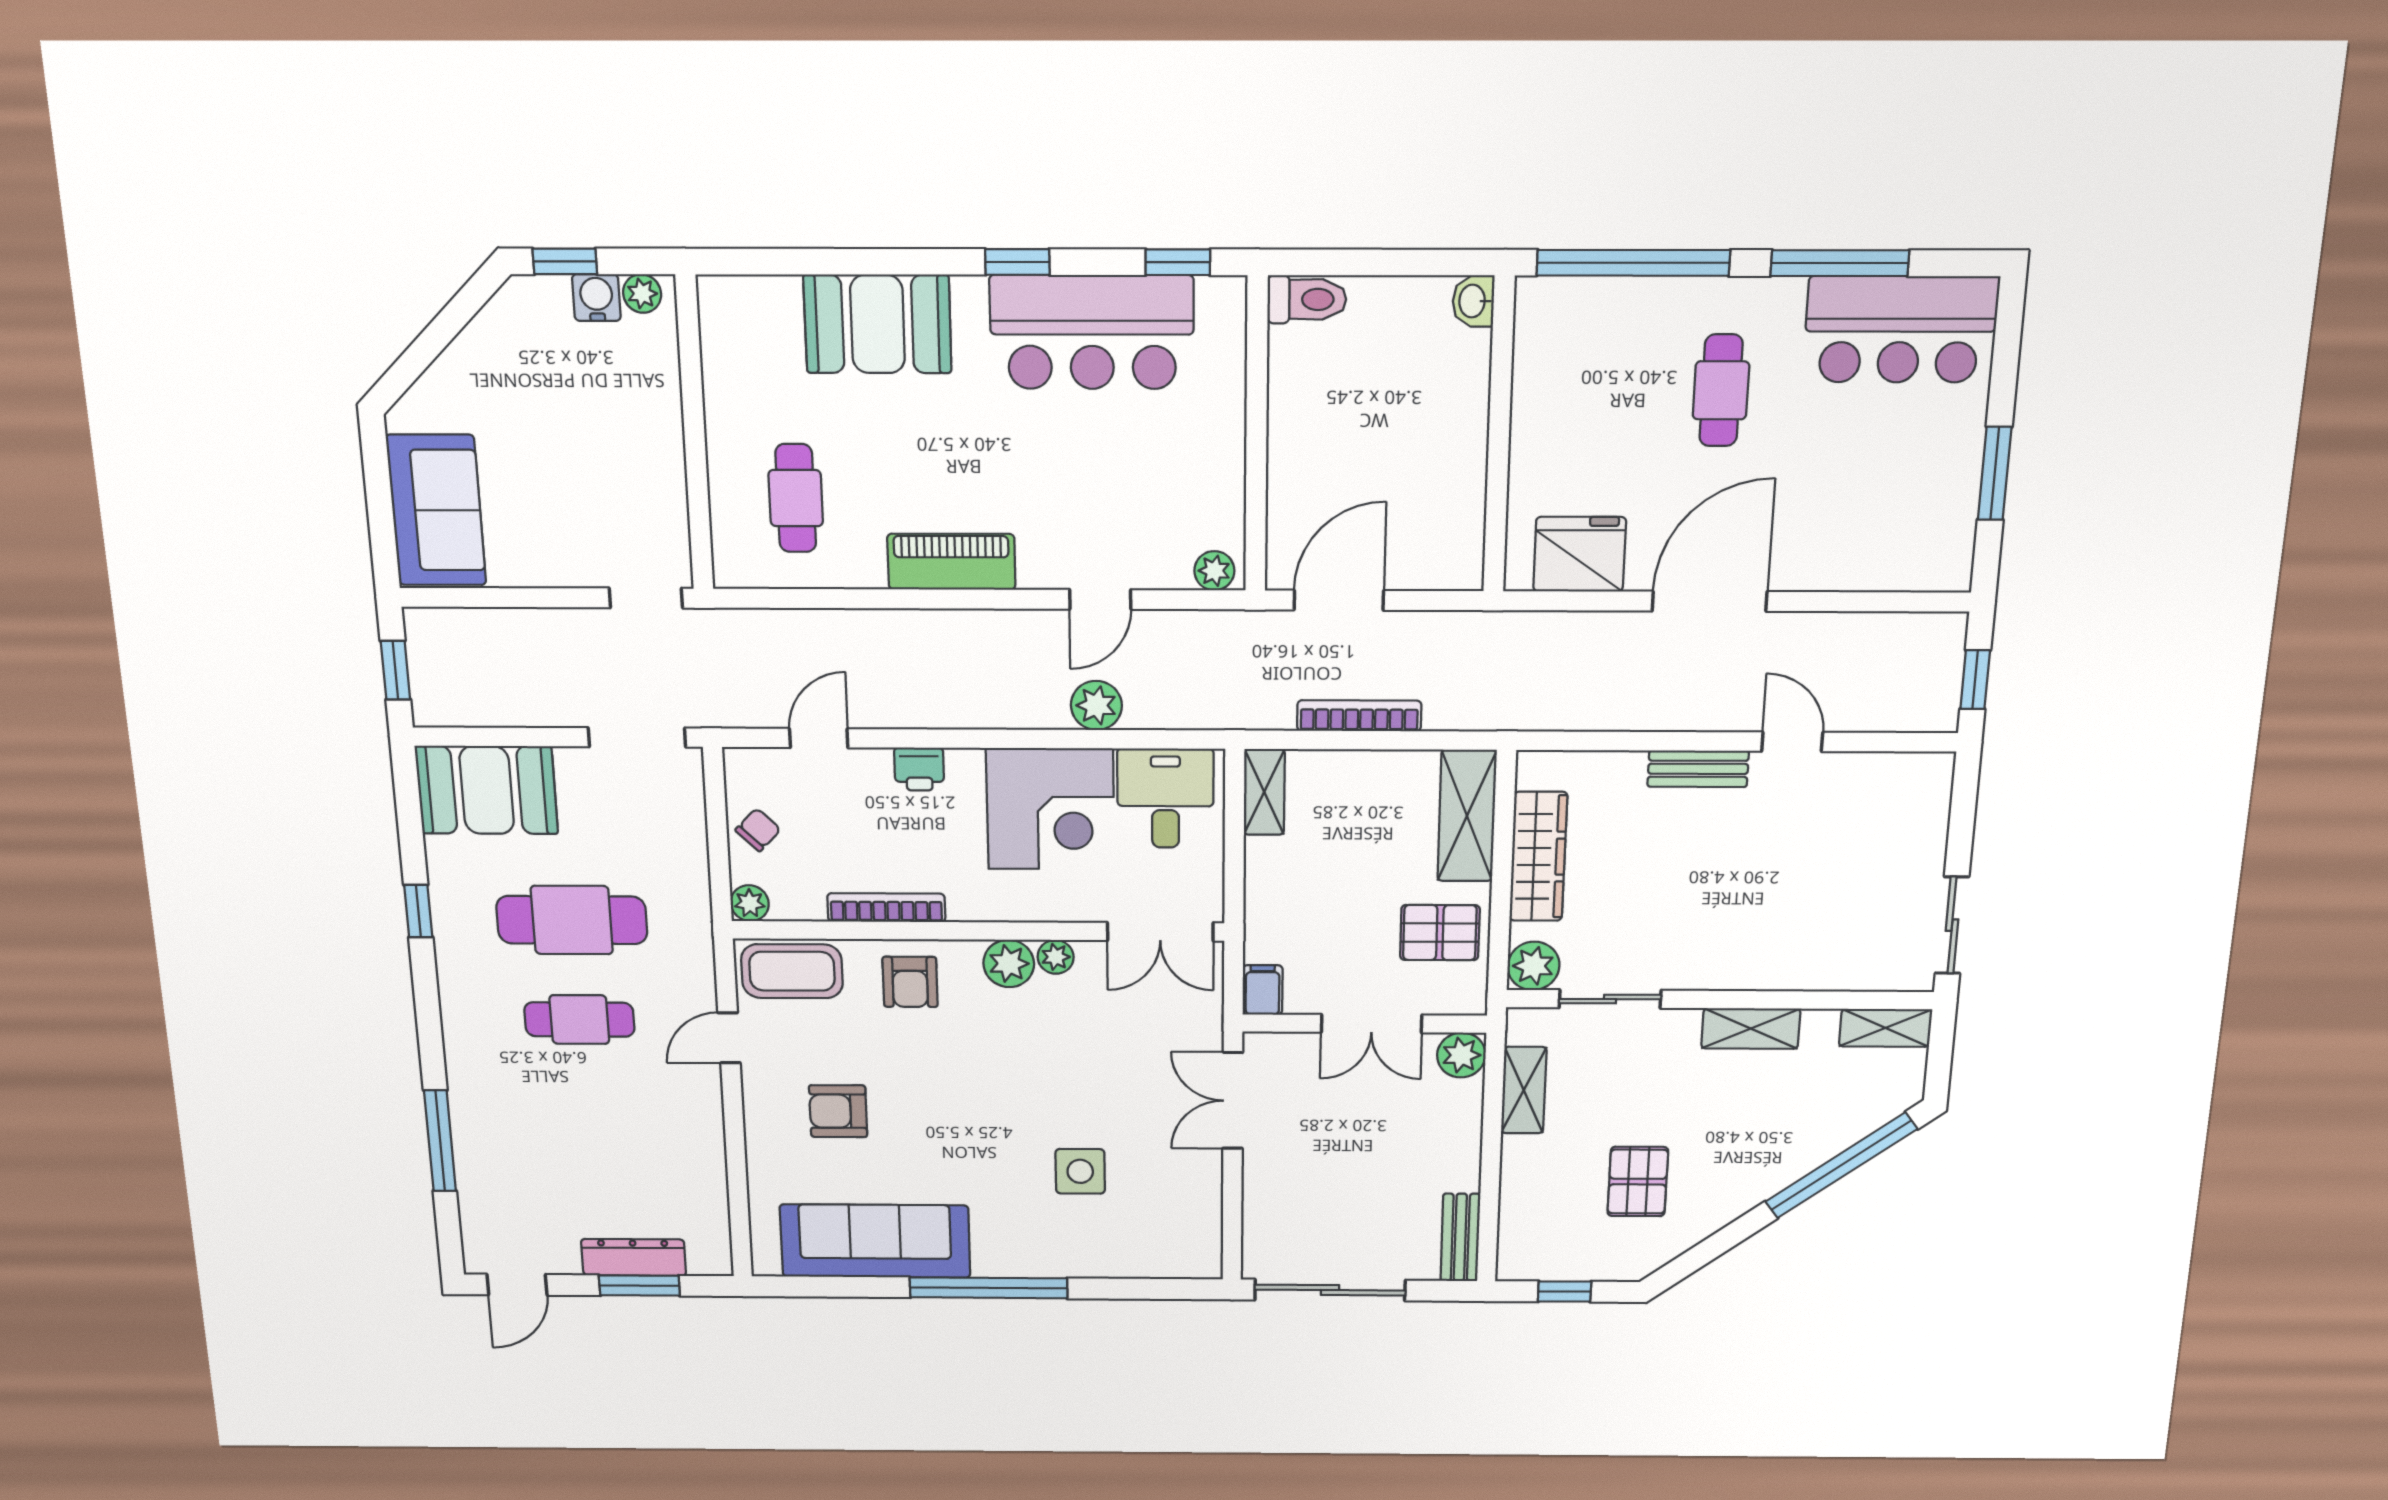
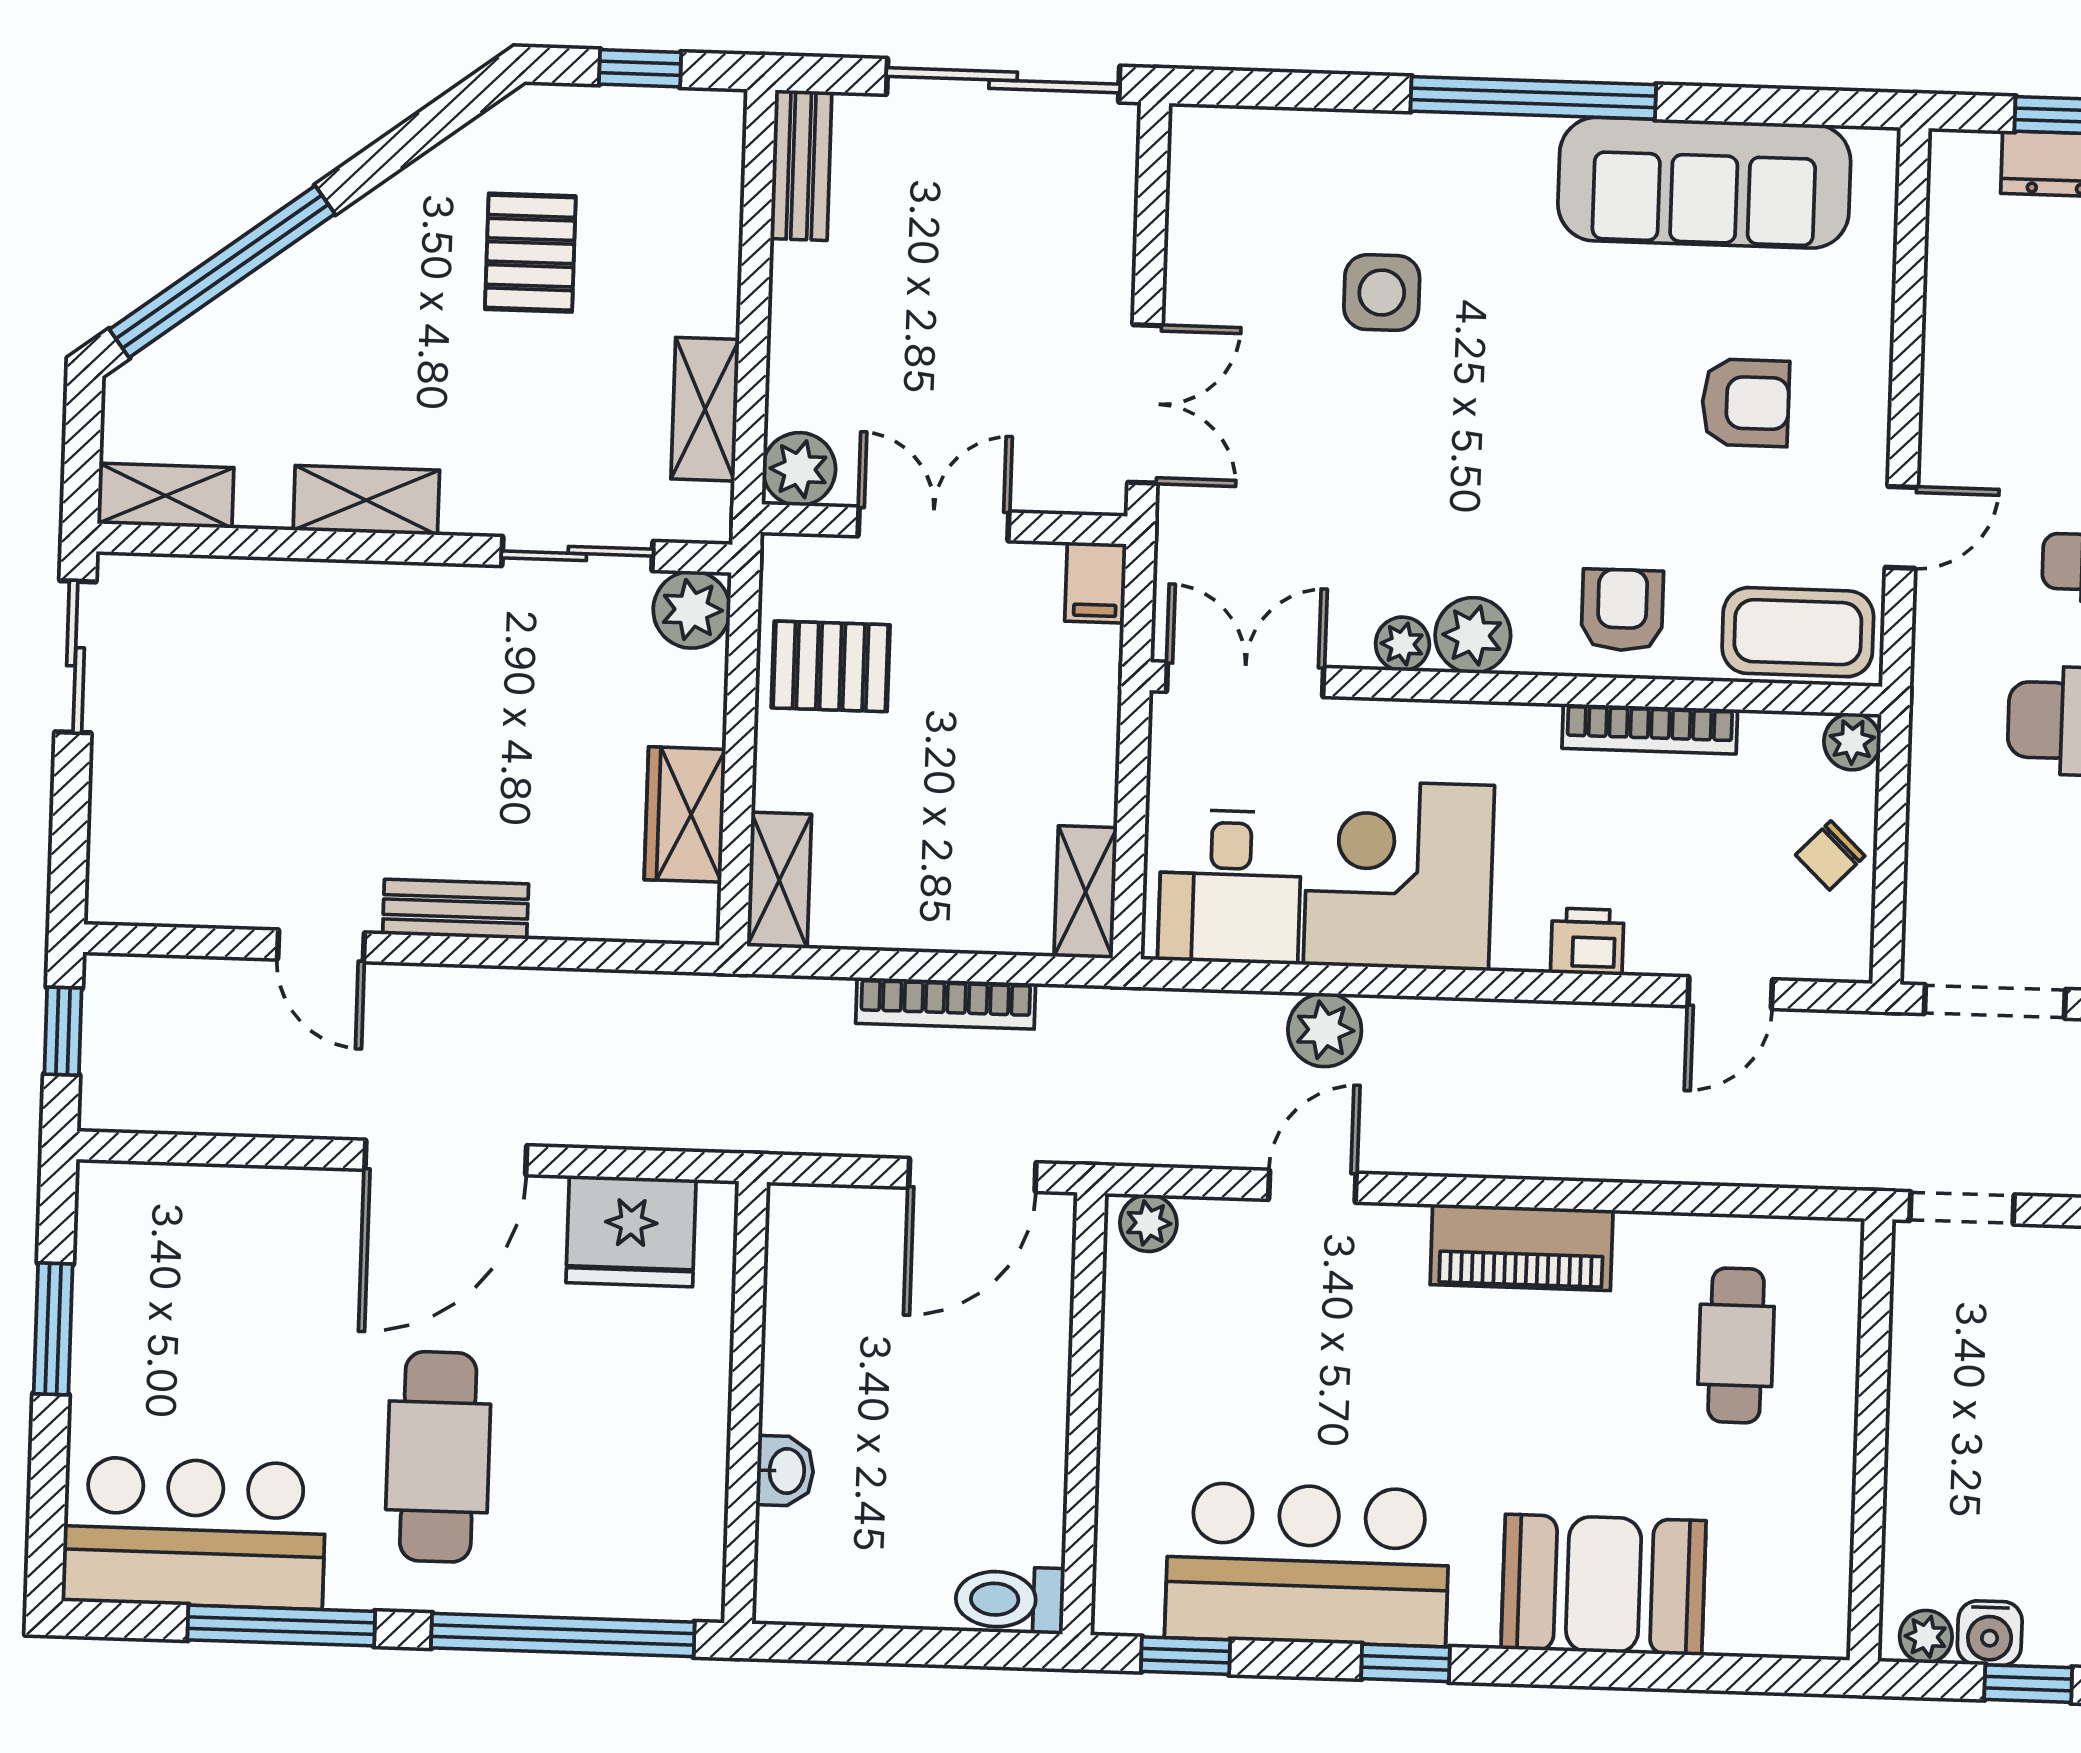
washbasin: (1473, 301) -> (785, 1471), moved
cafe table: (1721, 390) -> (438, 1457), width x1.37, depth x1.35
shelving: (1467, 816) -> (779, 880), width x0.67, depth x0.75
wardrobe: (1538, 857) -> (685, 814), width x0.67

